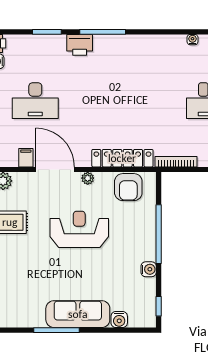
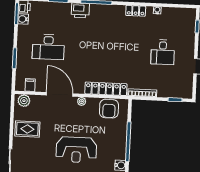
locker: (161, 42) -> (136, 11), added
filing cabinet: (26, 158) -> (30, 85), moved
reception desk: (79, 229) -> (76, 150), moved, turned 180

